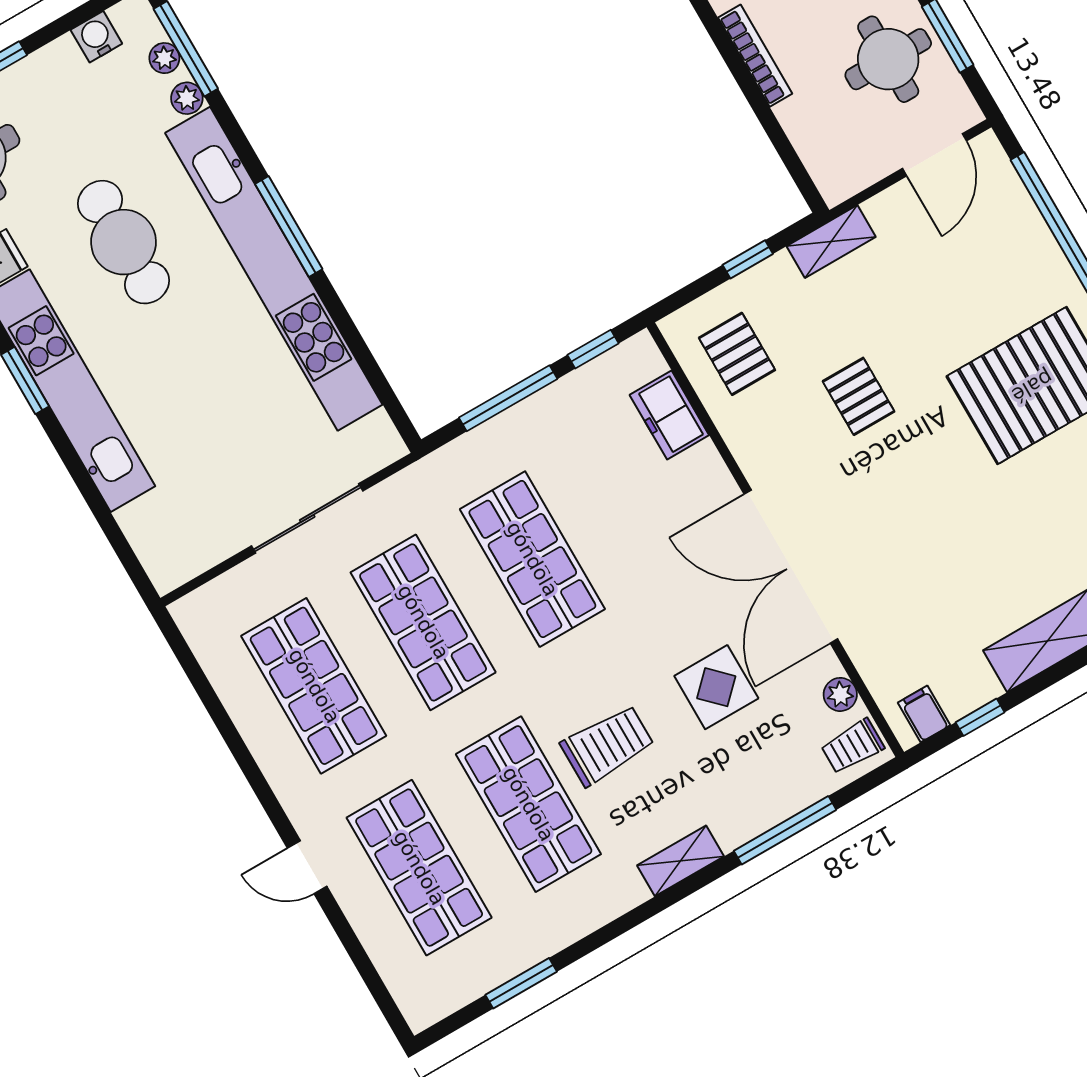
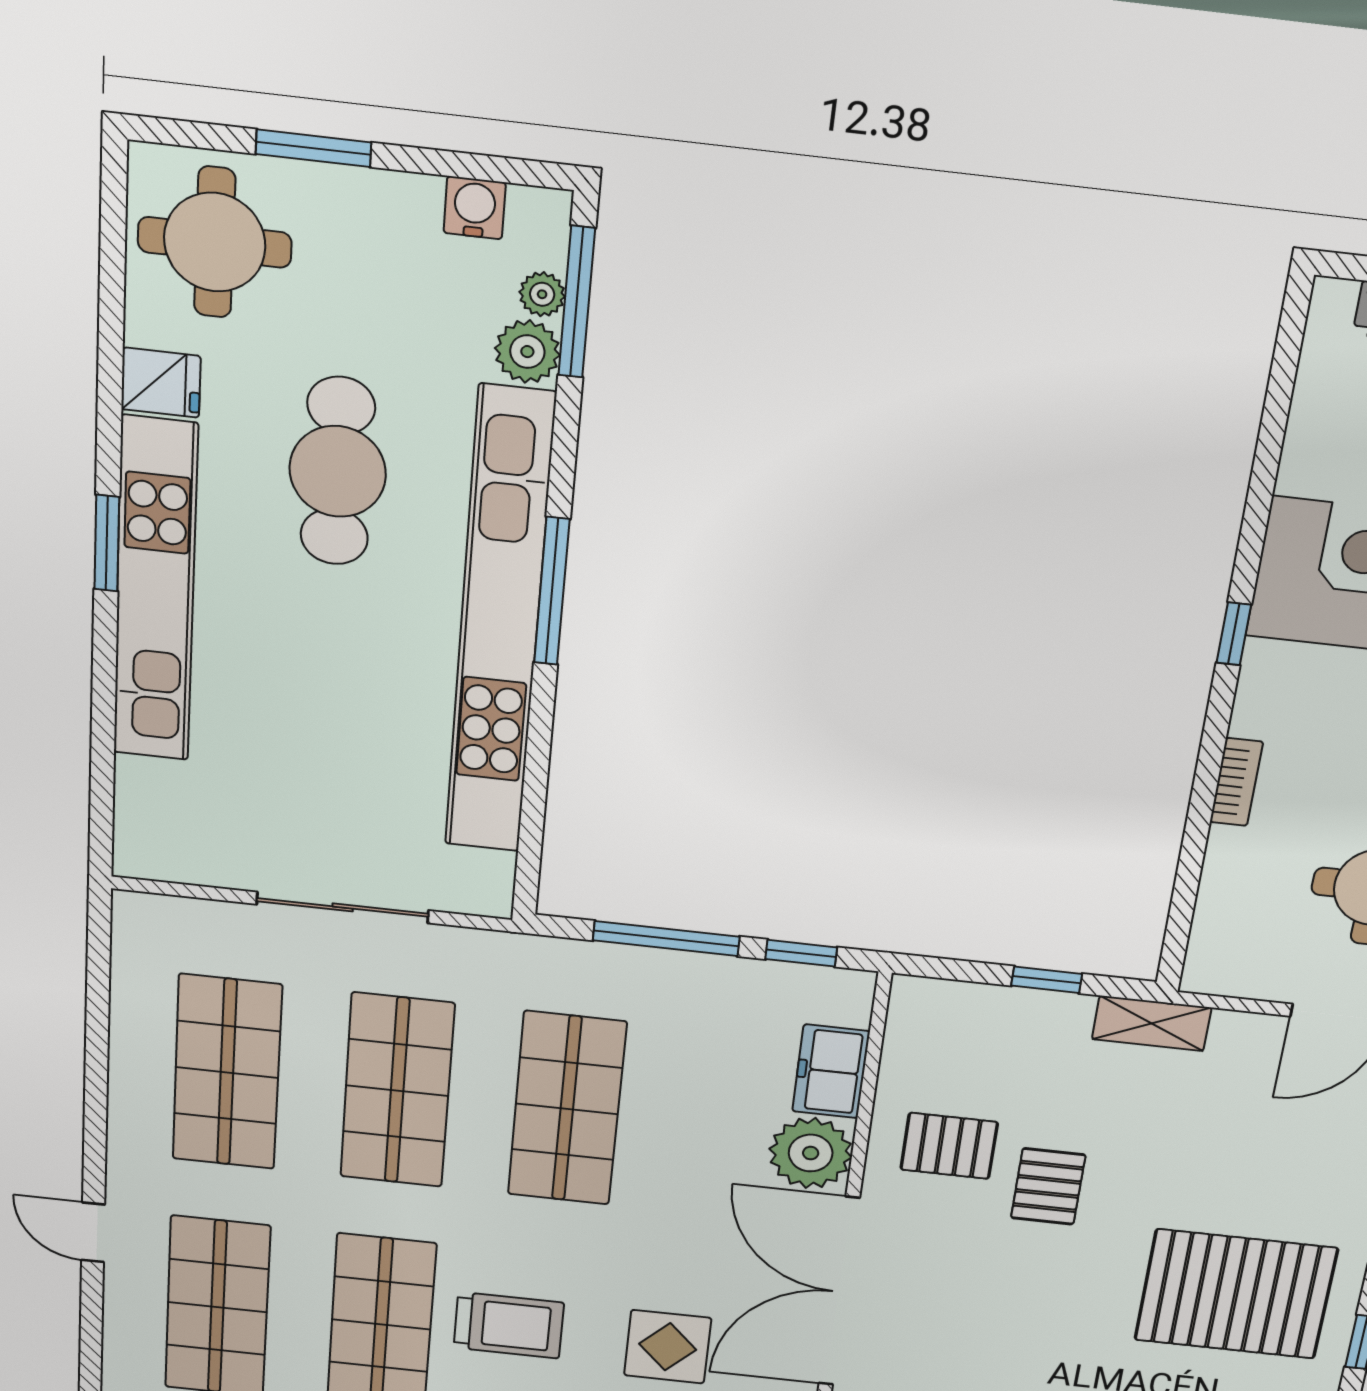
bookcase: (755, 56) -> (1236, 782), width x0.64
plant: (187, 98) -> (527, 352), width x1.38, depth x1.38
pallet: (737, 354) -> (949, 1146), moved, turned 90
plant: (700, 480) -> (811, 1153), added

